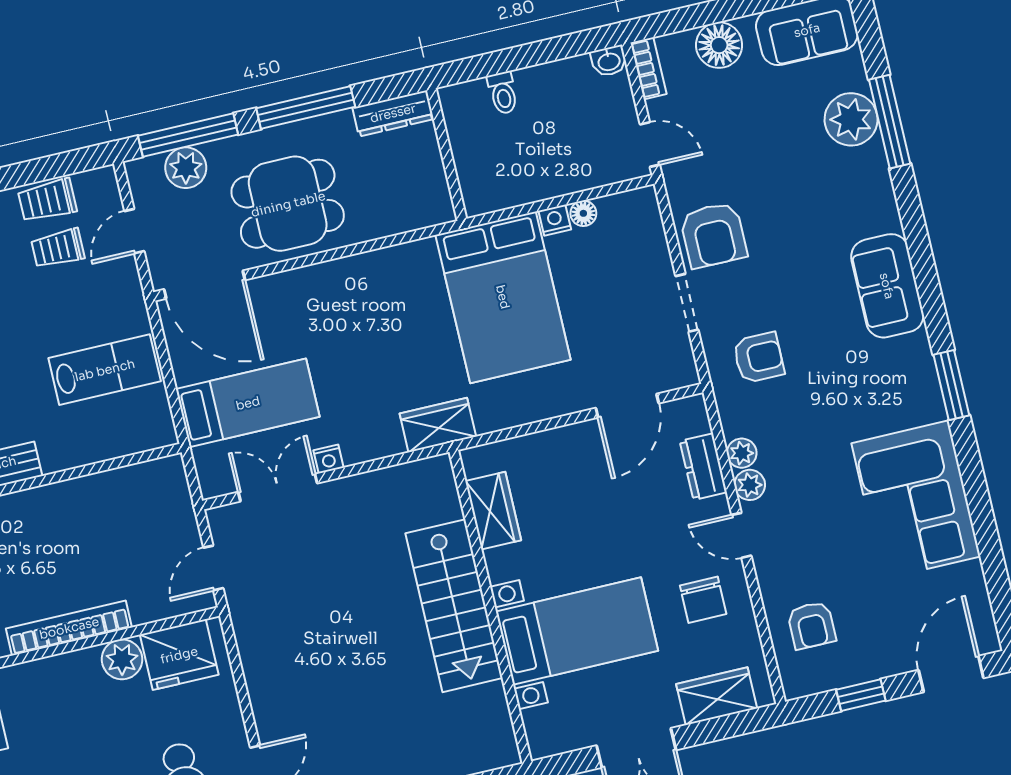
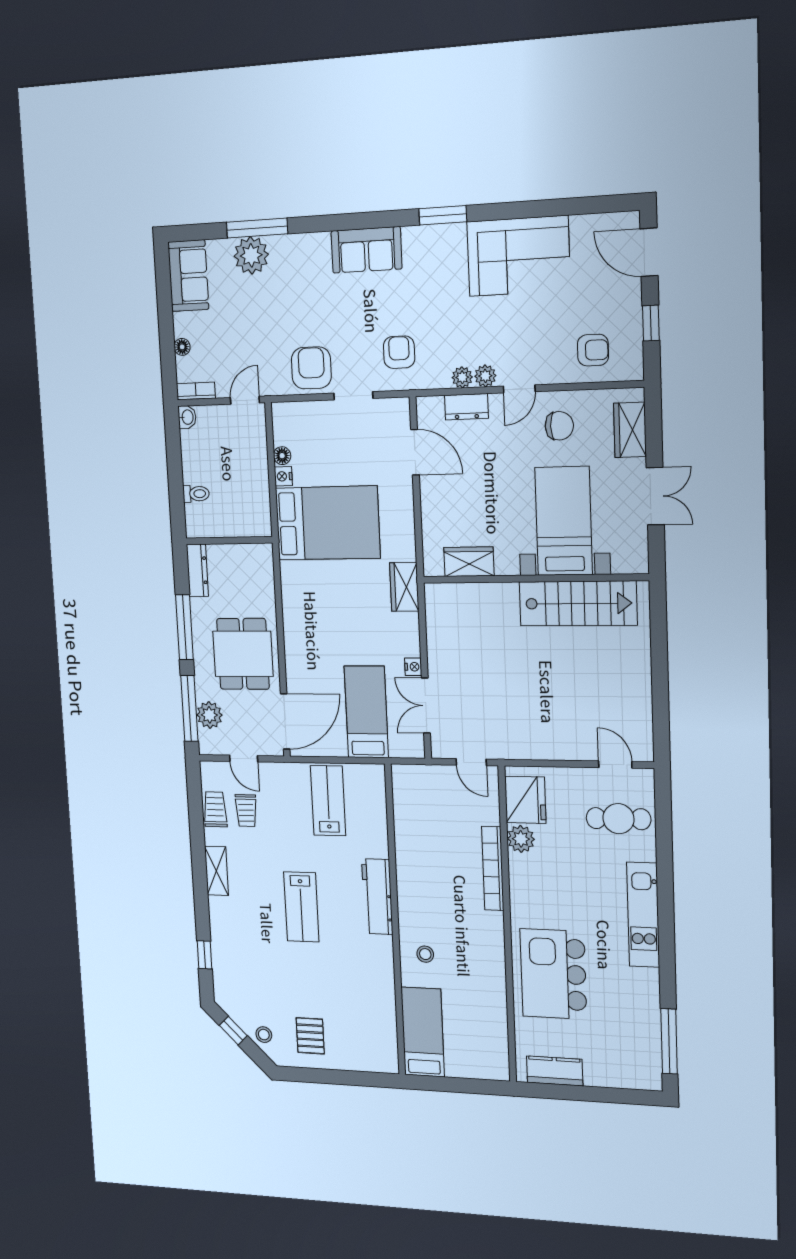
floor lamp: (719, 45) -> (182, 347), width x0.53, depth x0.53
trolley: (47, 200) -> (215, 809), turned 180
armchair: (713, 235) -> (311, 368), turned -90
stairs: (454, 606) -> (578, 603), moved

